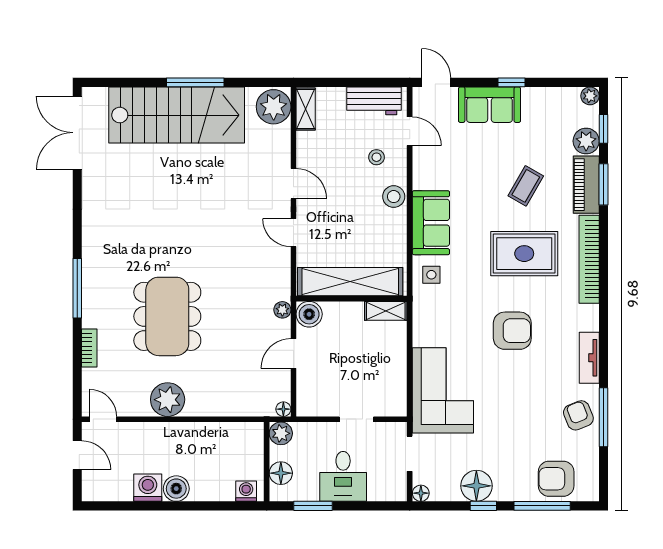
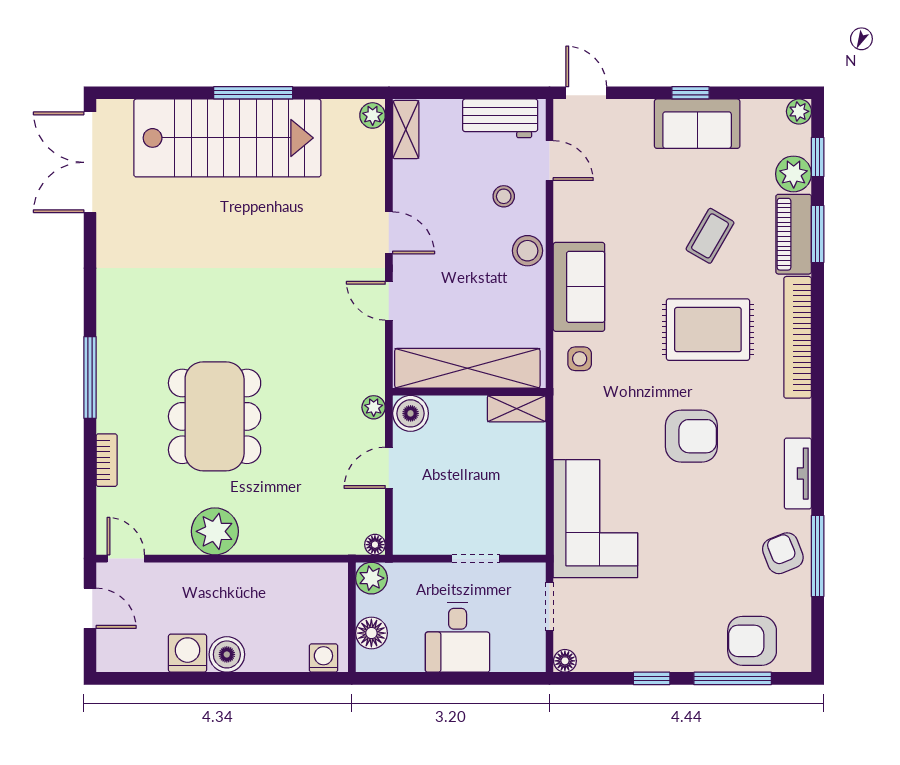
sofa: (489, 105) -> (697, 124), moved
plant: (274, 107) -> (373, 115), width x0.53, depth x0.53
floor lamp: (476, 486) -> (642, 651), removed
window: (313, 506) -> (416, 678), removed

